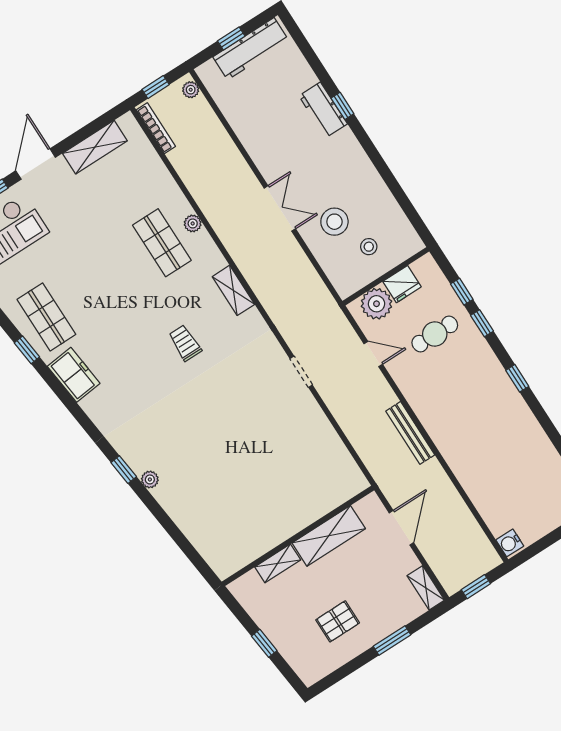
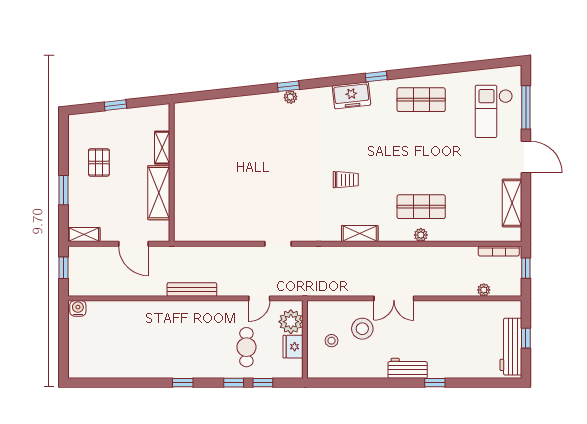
plant: (191, 90) -> (484, 290), moved
workbench: (323, 110) -> (408, 368), moved
window: (27, 350) -> (376, 77), moved
freezer: (74, 375) -> (351, 95), moved
plant: (150, 479) -> (290, 97), moved

